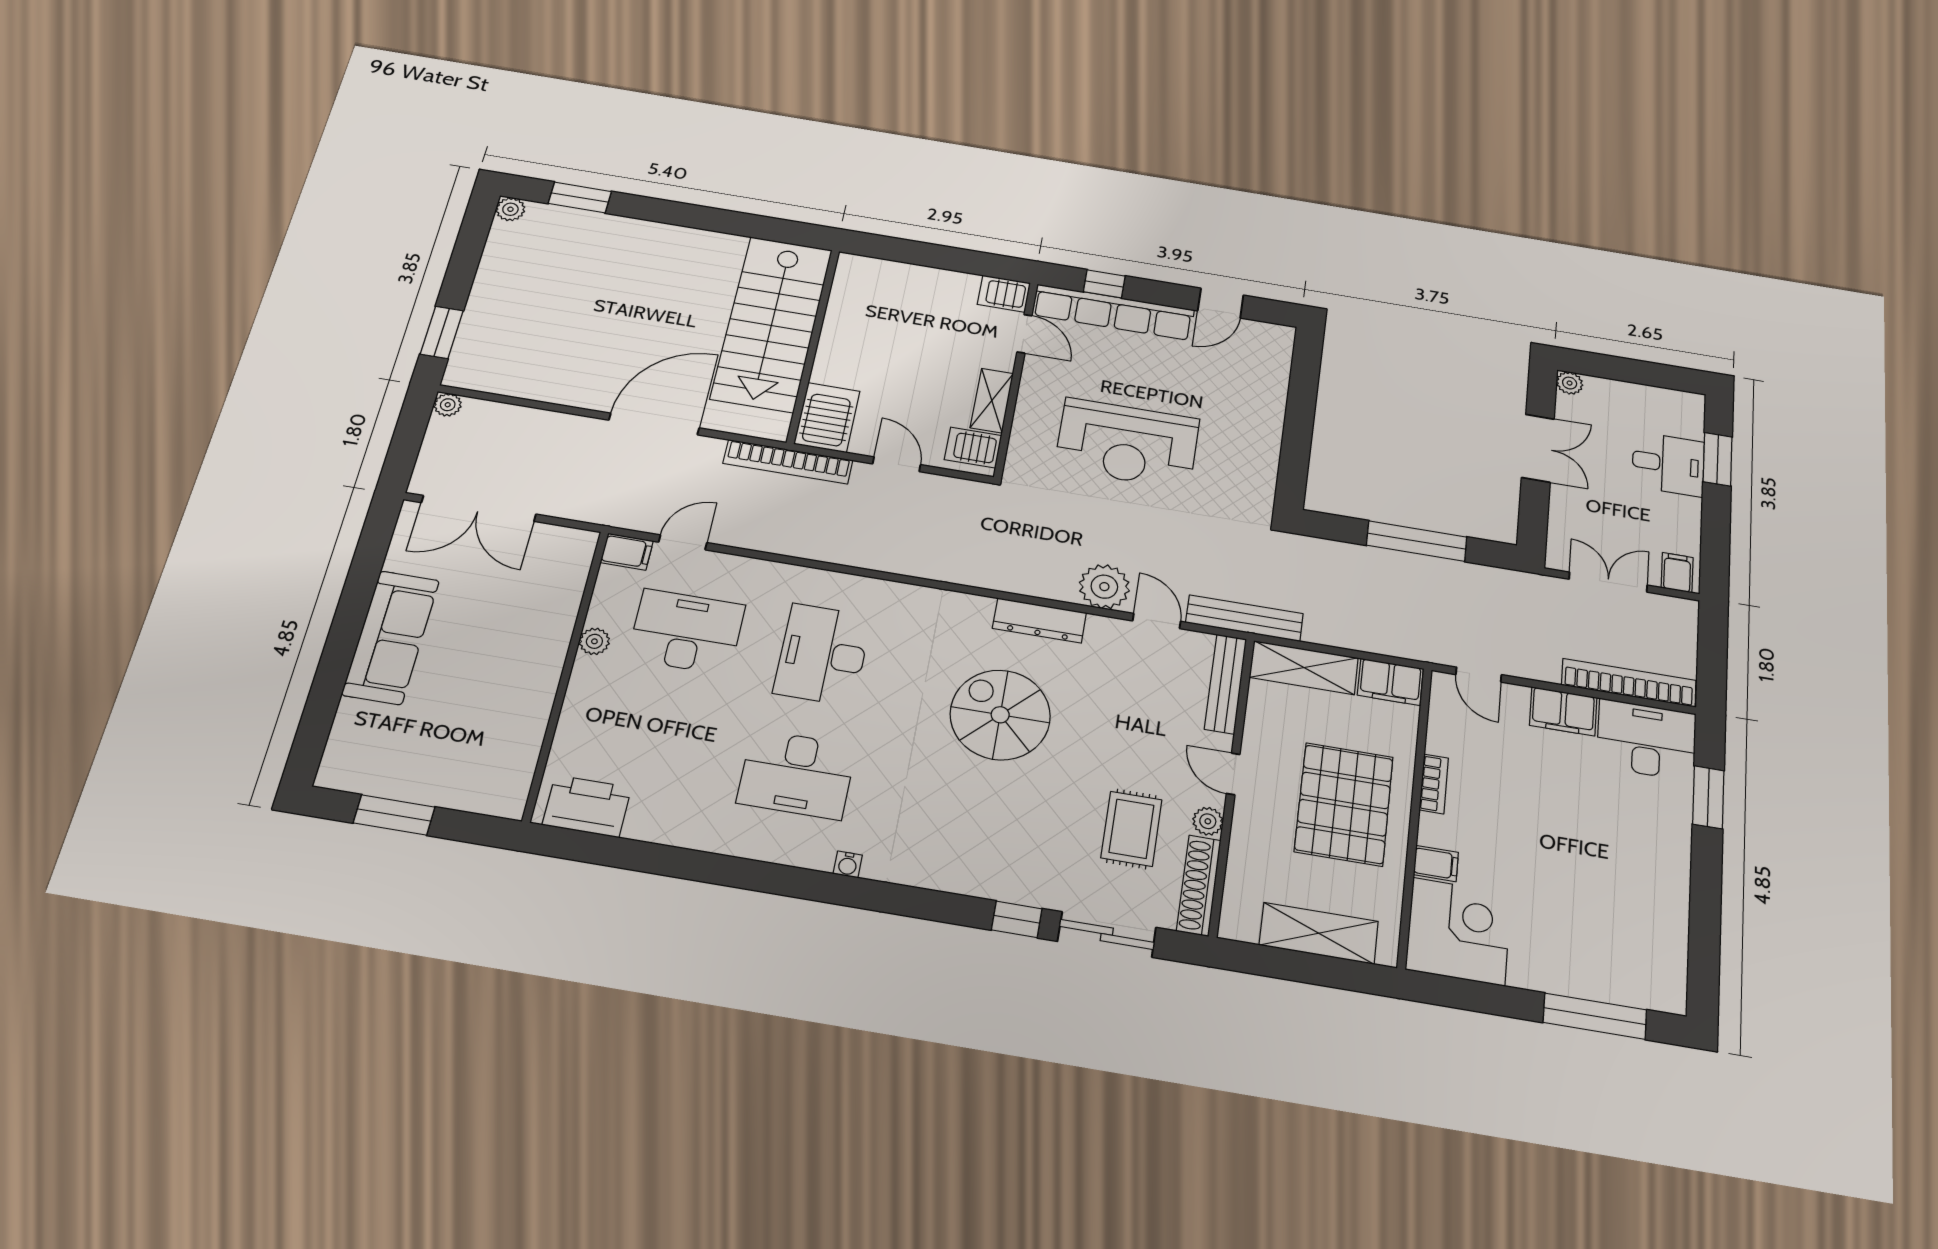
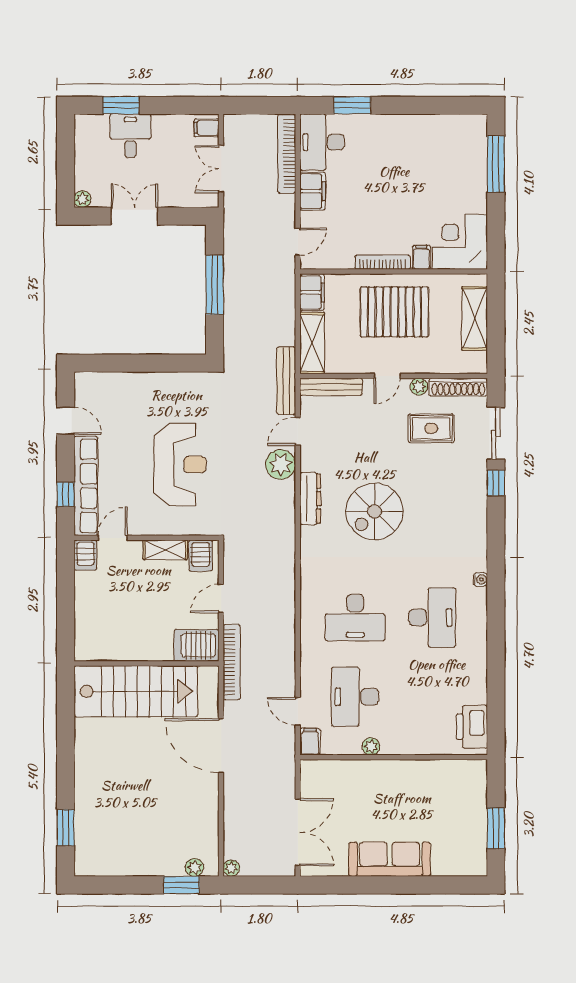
plant: (510, 209) -> (194, 867), moved
bookcase: (1434, 784) -> (383, 262), width x1.56

